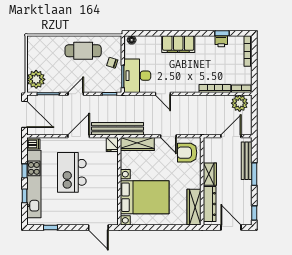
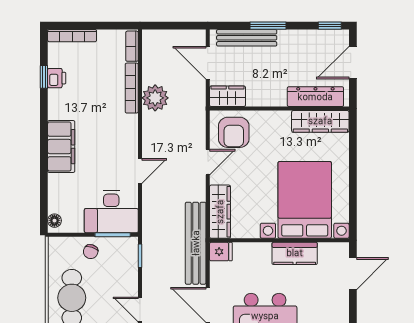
plant: (240, 103) -> (155, 98), moved
wardrobe: (210, 174) -> (228, 96), moved
kitchen counter: (111, 191) -> (295, 253), added

